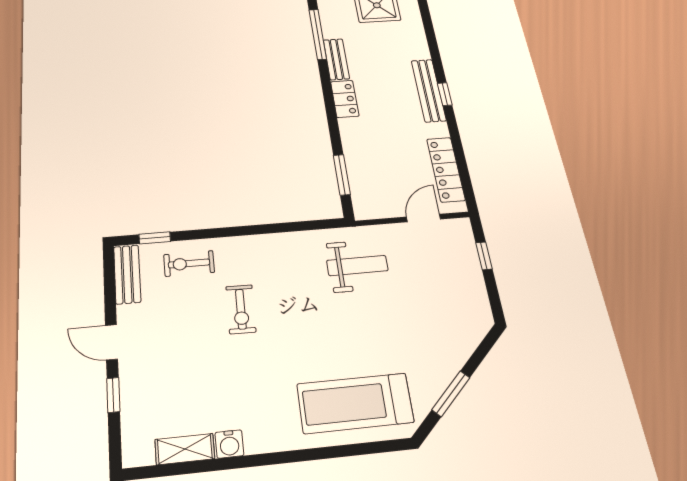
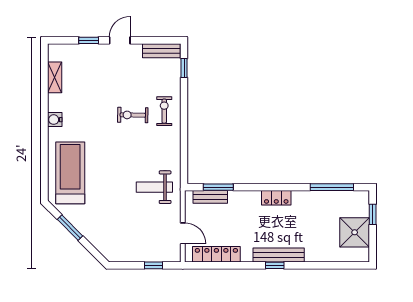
bench: (336, 59) -> (210, 197), moved
exercise bike: (189, 263) -> (164, 111), moved
weight bench: (357, 265) -> (154, 187), turned 90
water cooler: (229, 444) -> (55, 120), moved

